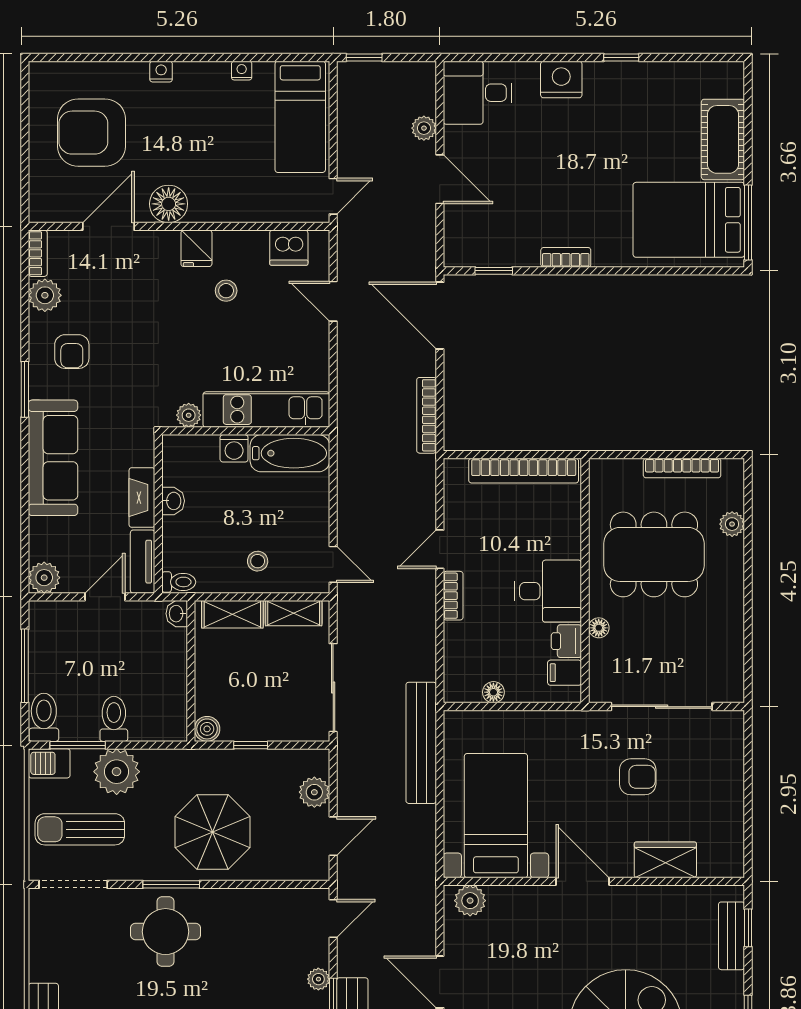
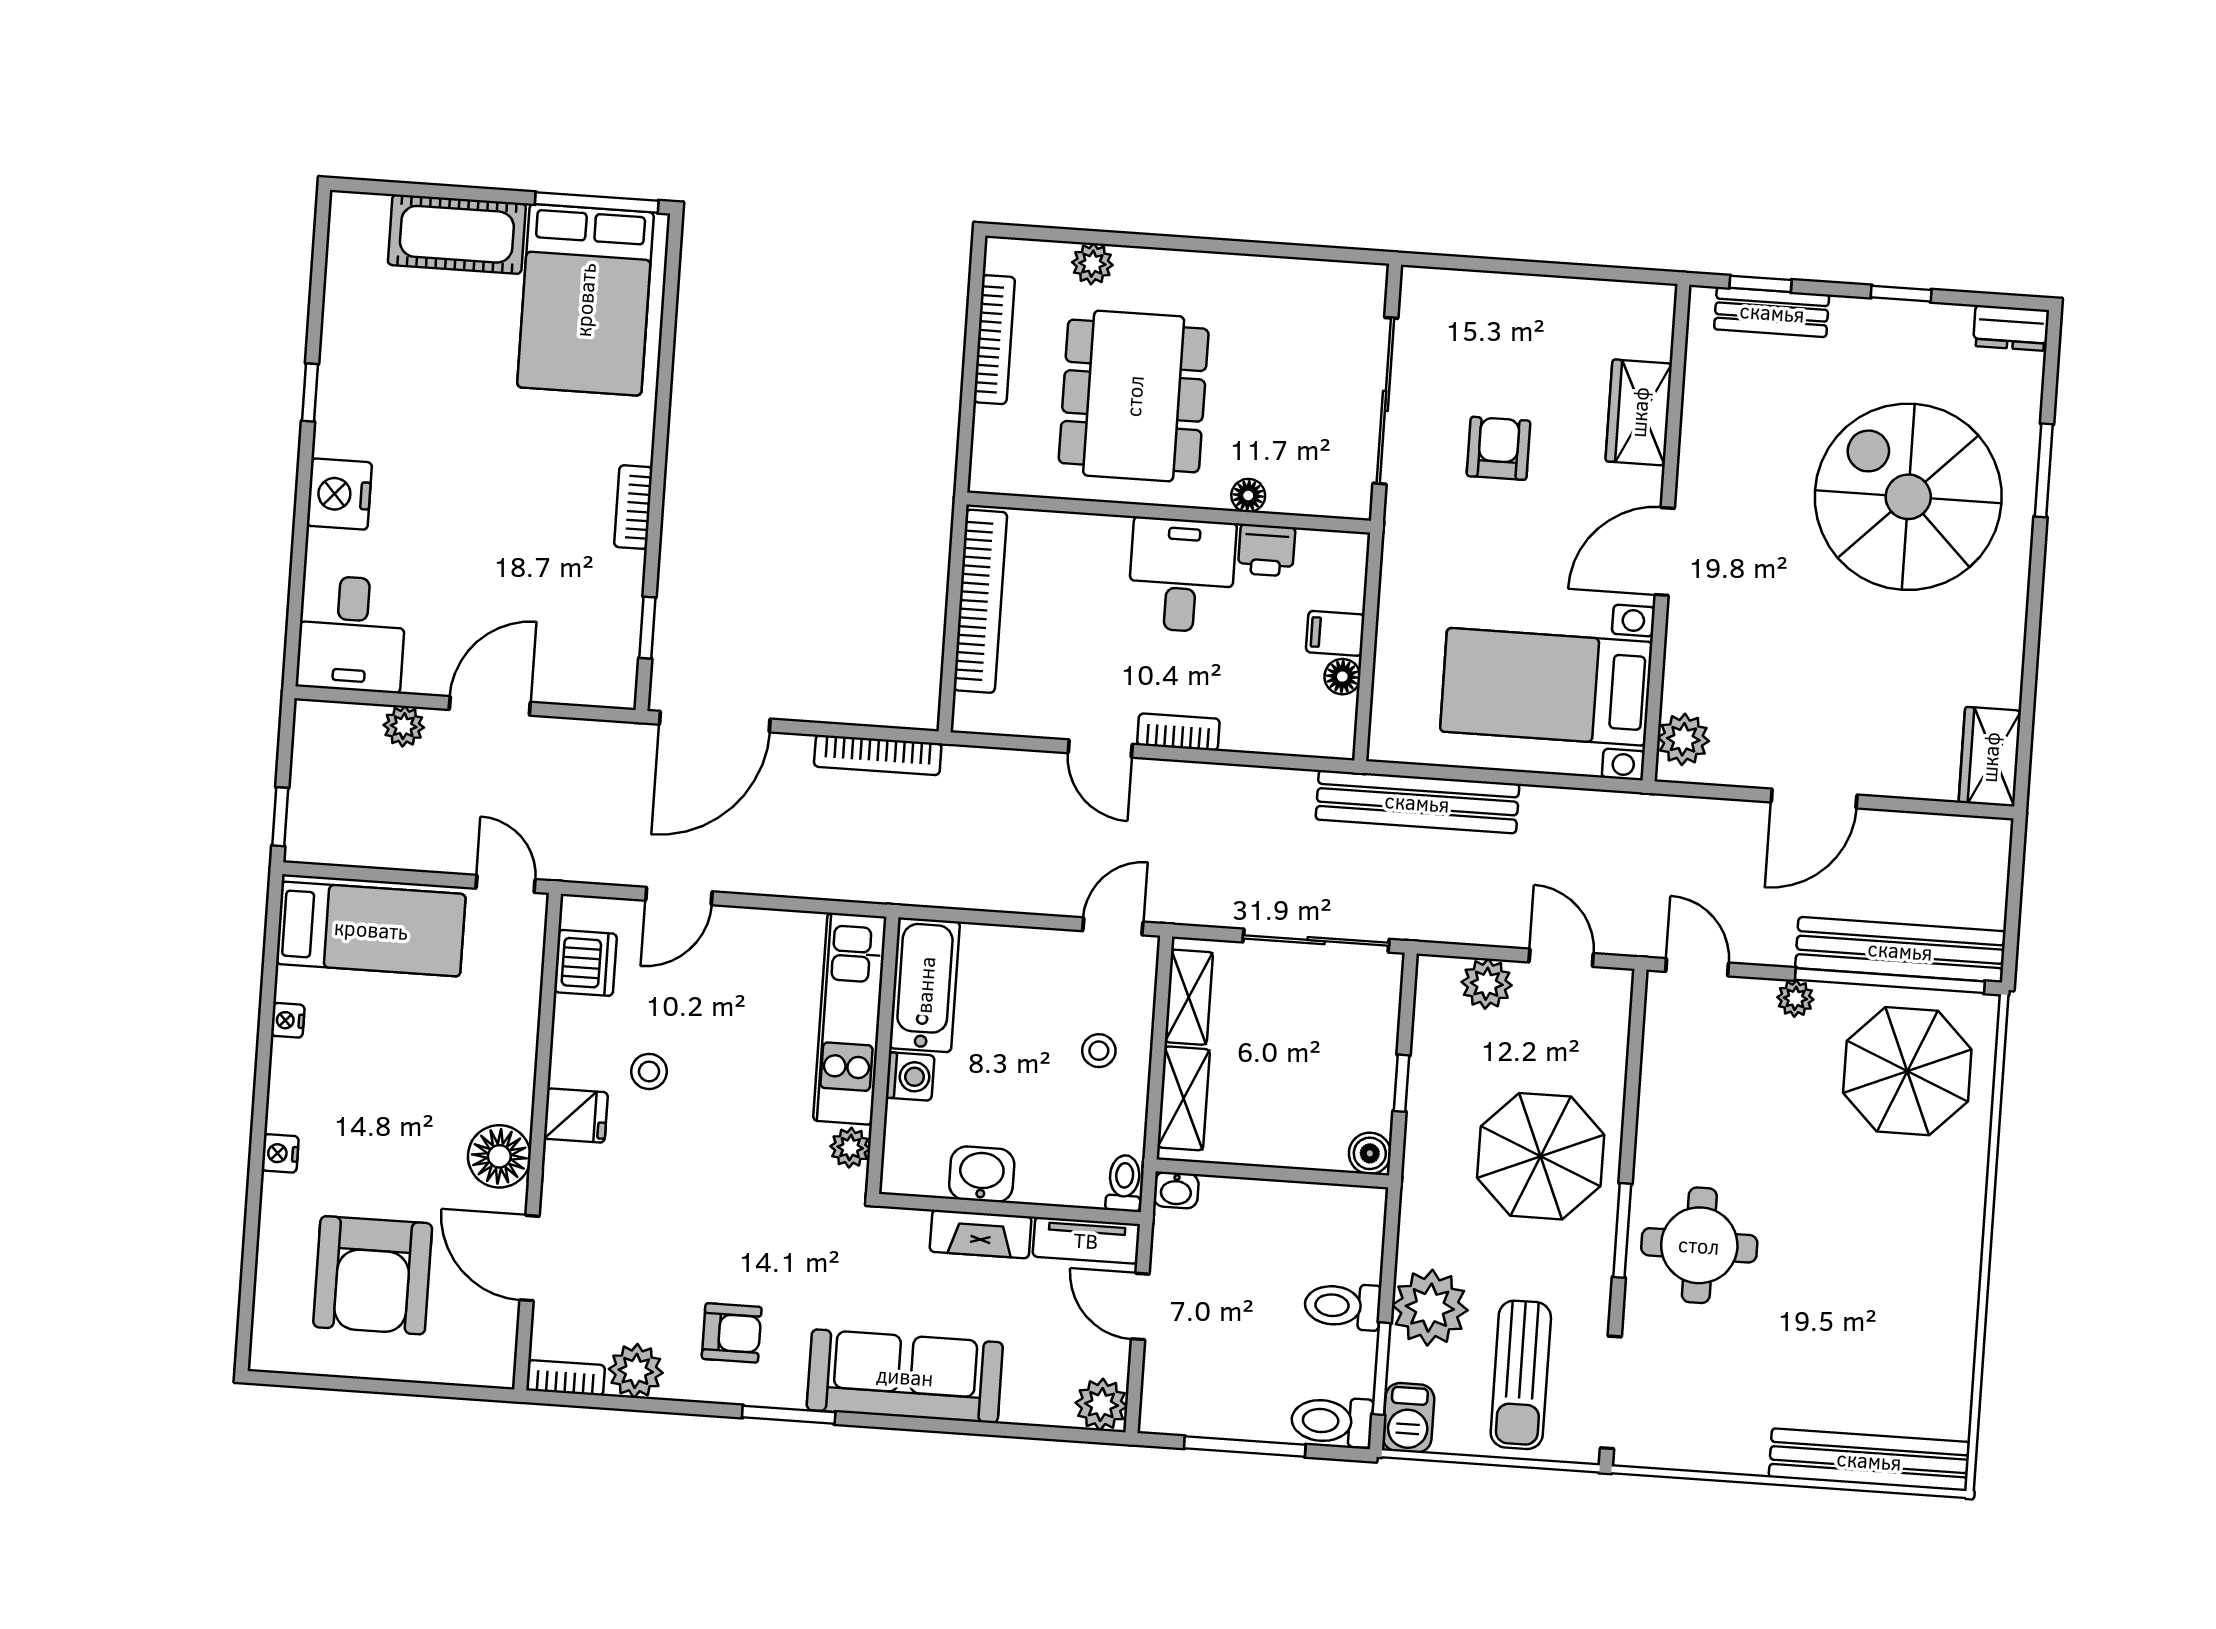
washbasin: (173, 501) -> (982, 1174), width x1.38, depth x1.45
filing cabinet: (565, 673) -> (1335, 633), moved, turned 90

